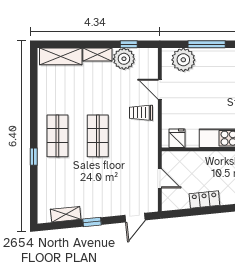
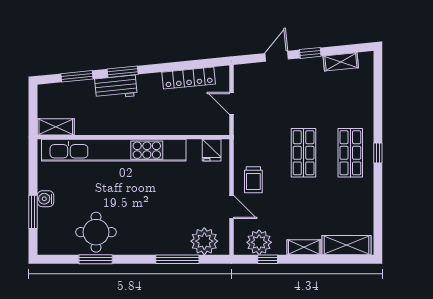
plant: (124, 59) -> (259, 242), moved
trolley: (141, 113) -> (253, 180), turned 90
window: (34, 157) -> (378, 153), moved
locker: (204, 200) -> (189, 78), width x1.53
door: (135, 218) -> (277, 56), moved

